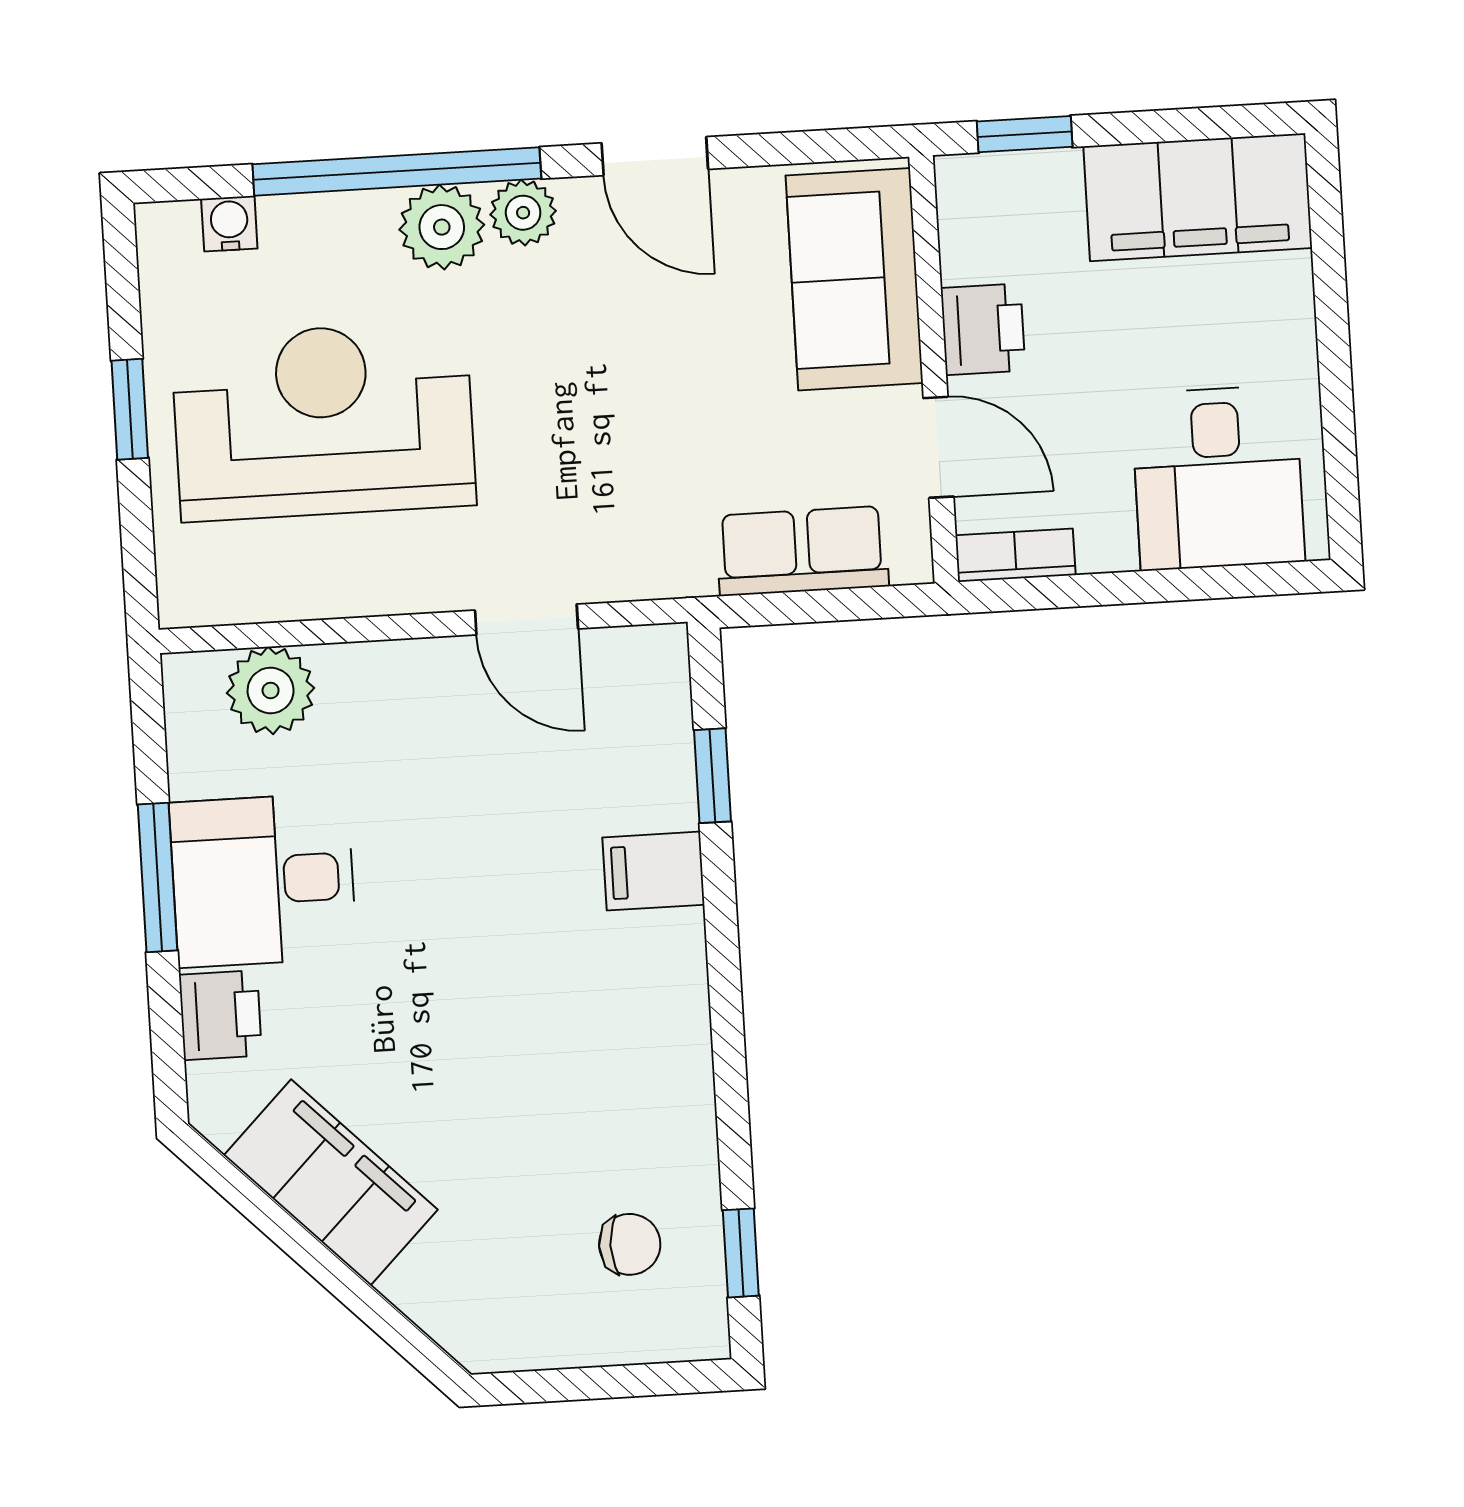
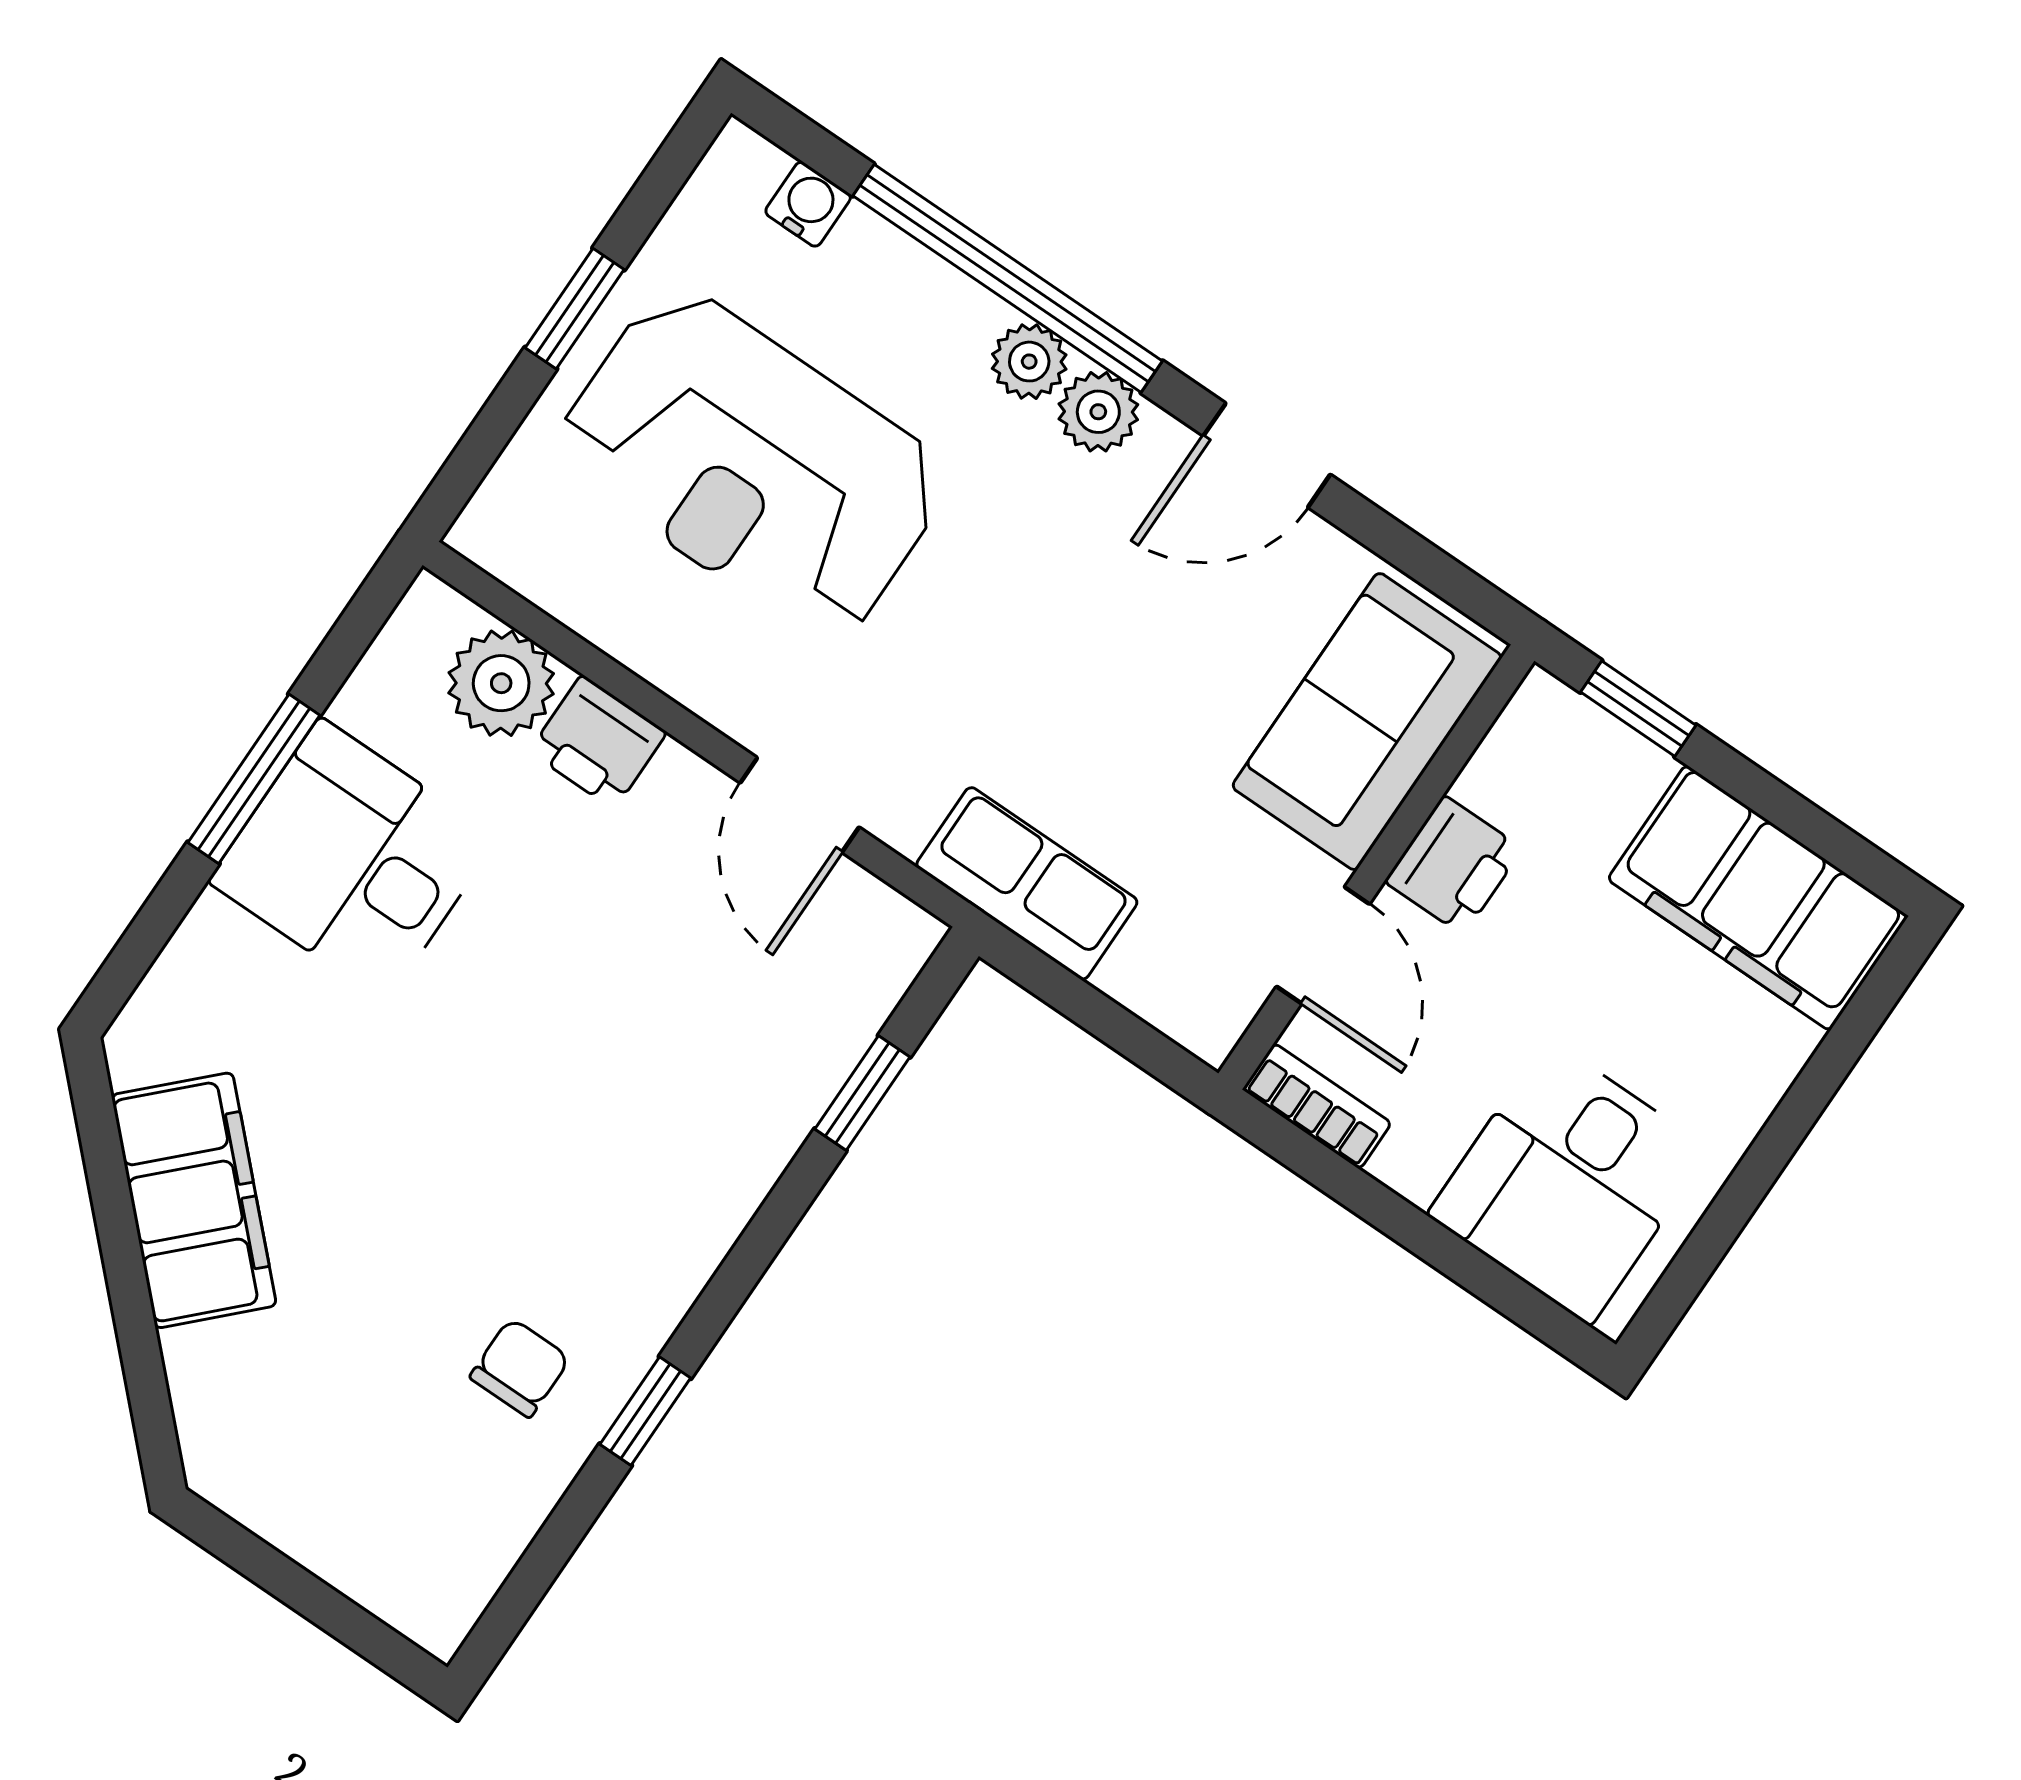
door: (655, 156) -> (1267, 455), hinge flipped
plant: (442, 227) -> (1029, 362), width x0.73, depth x0.73
reception desk: (324, 421) -> (752, 464), turned 180
row of seats: (802, 551) -> (1027, 883), moved
filing cabinet: (654, 871) -> (735, 1141), removed
printer: (220, 1015) -> (598, 742), moved, turned 90
chair: (630, 1244) -> (520, 1368), moved, turned -90
window: (741, 1253) -> (645, 1411), moved

